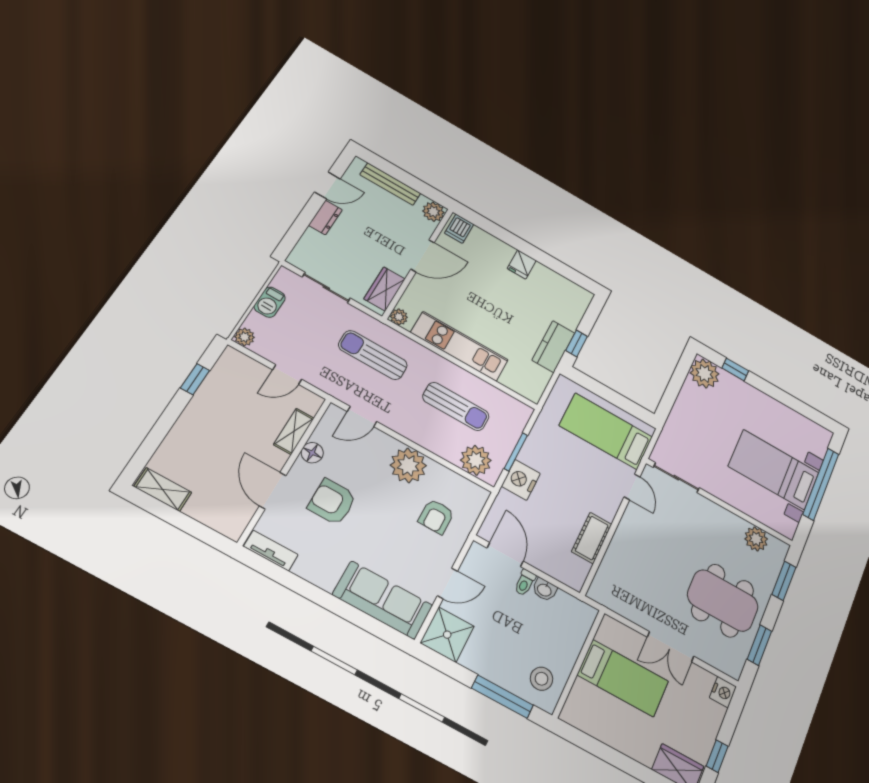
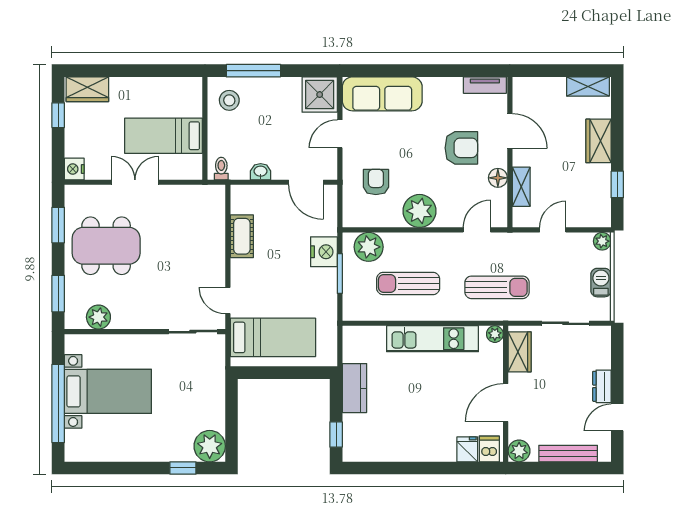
fridge: (522, 264) -> (467, 449), moved
window: (577, 344) -> (336, 434), moved
wardrobe: (187, 430) -> (598, 141), added
toilet: (525, 583) -> (221, 169), moved

